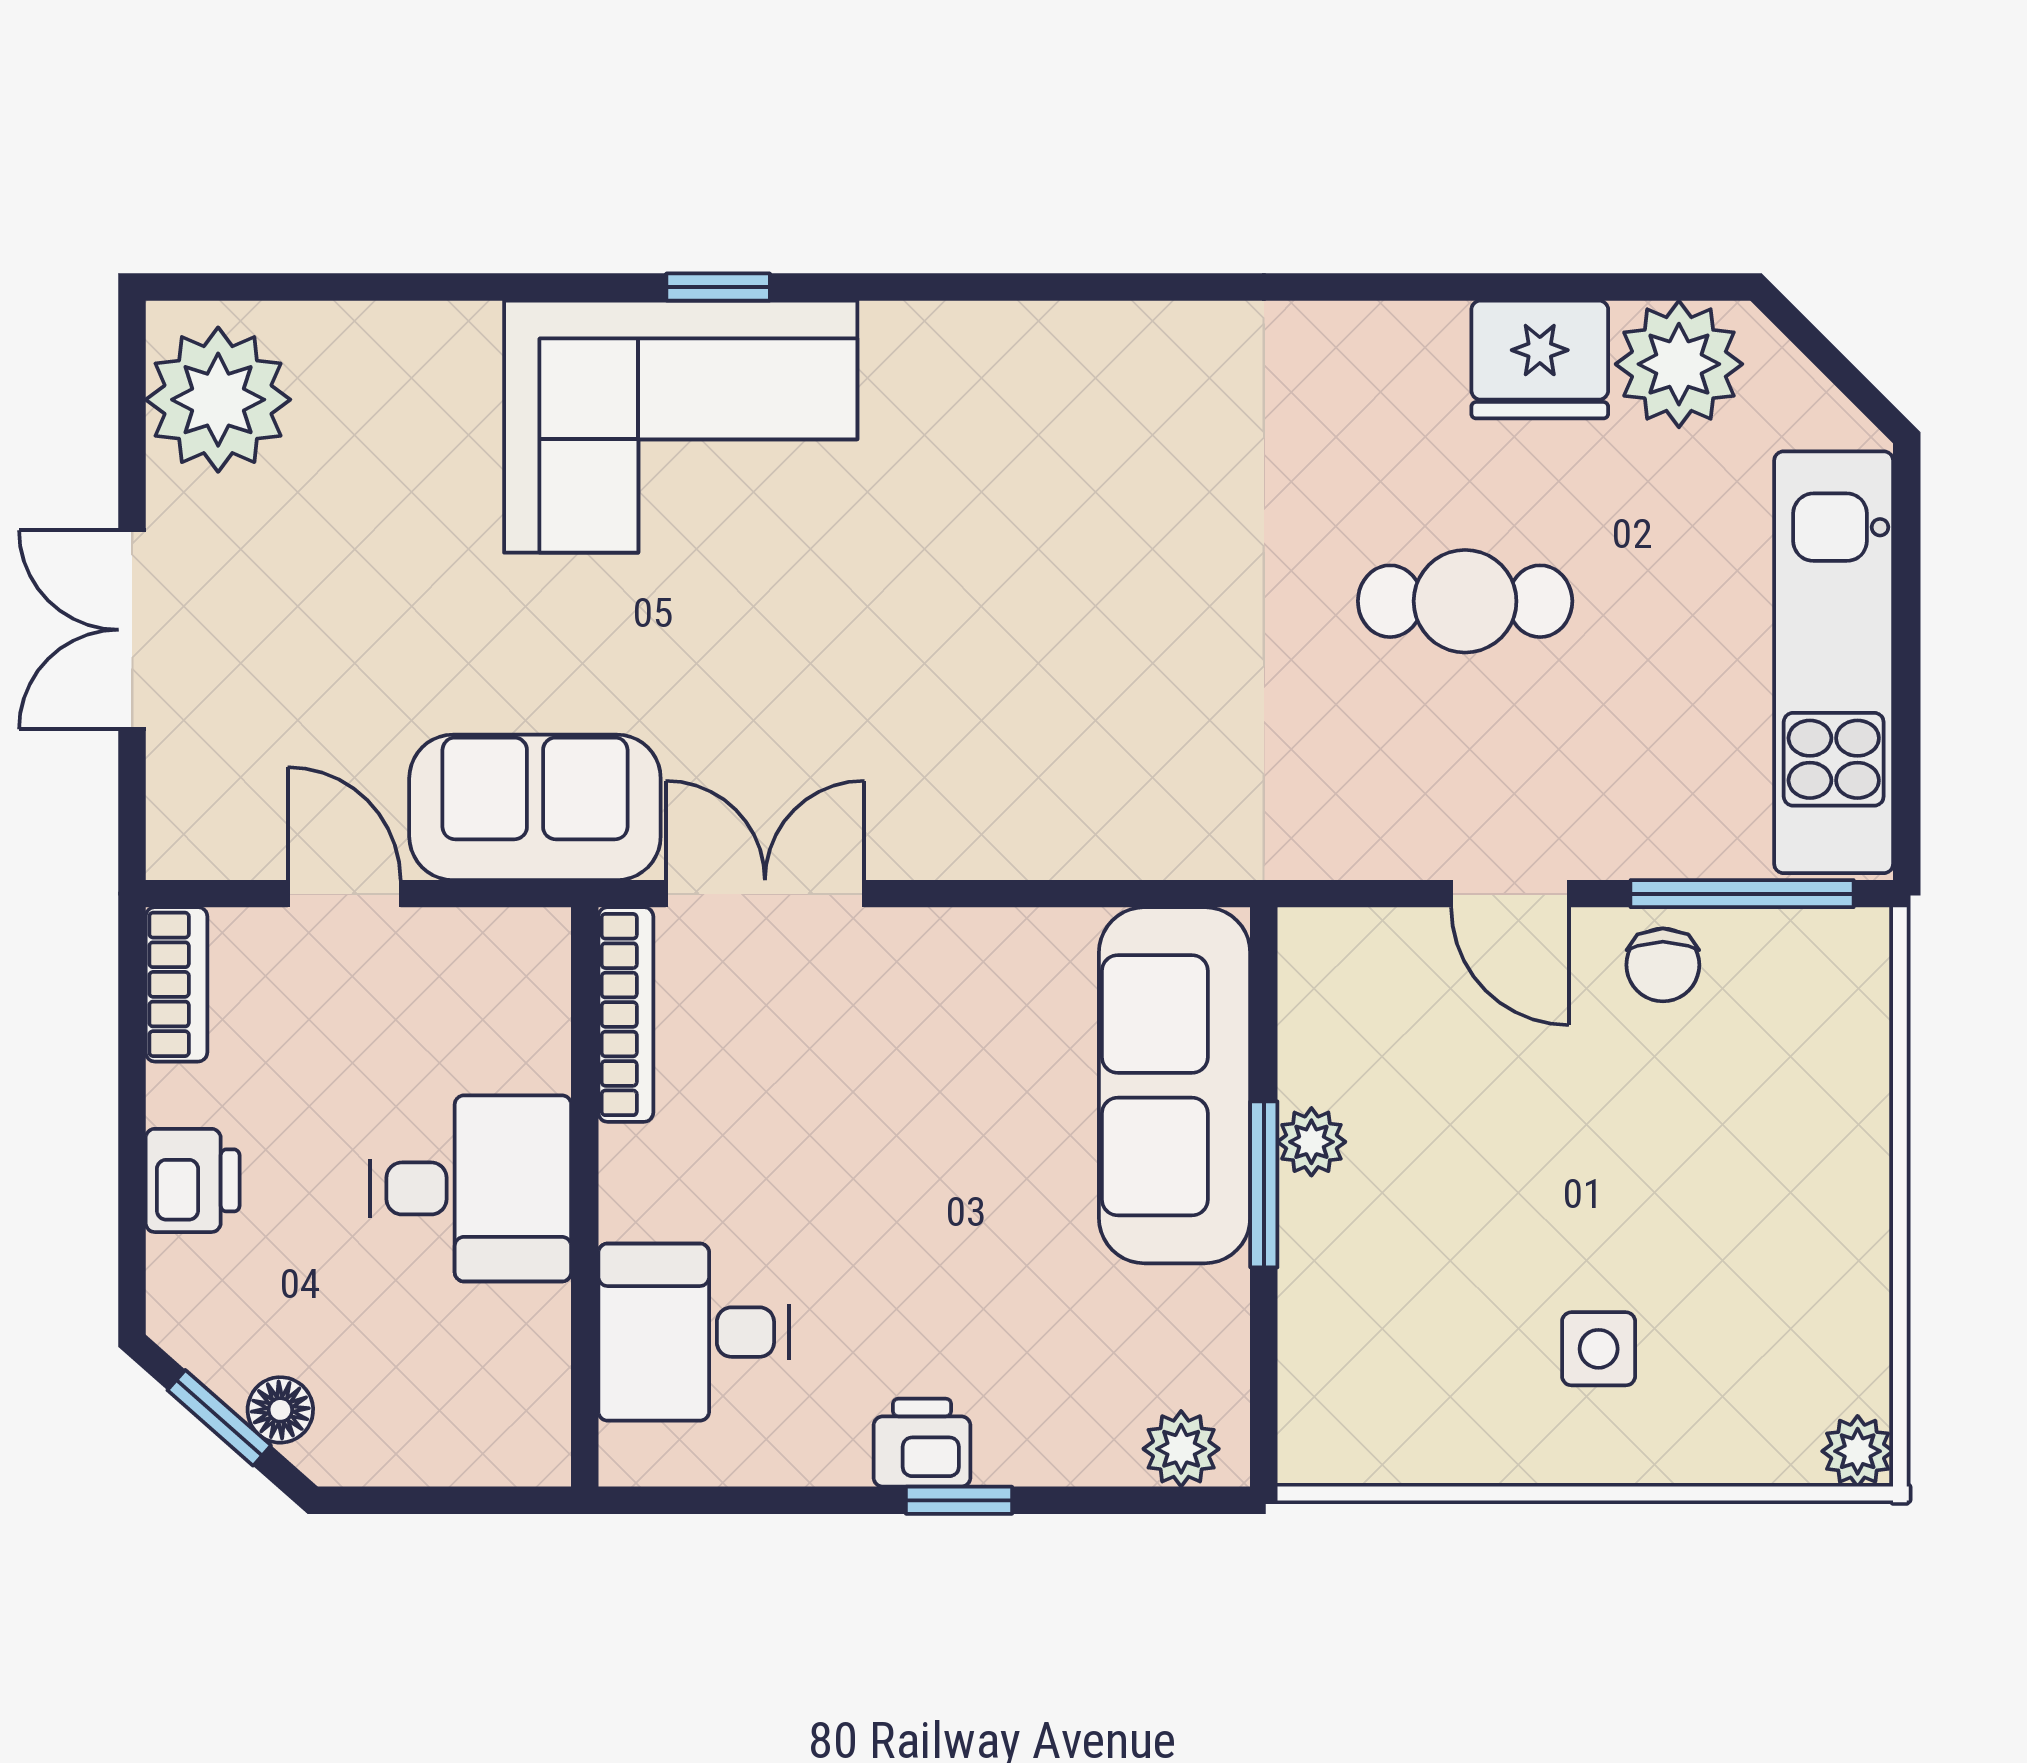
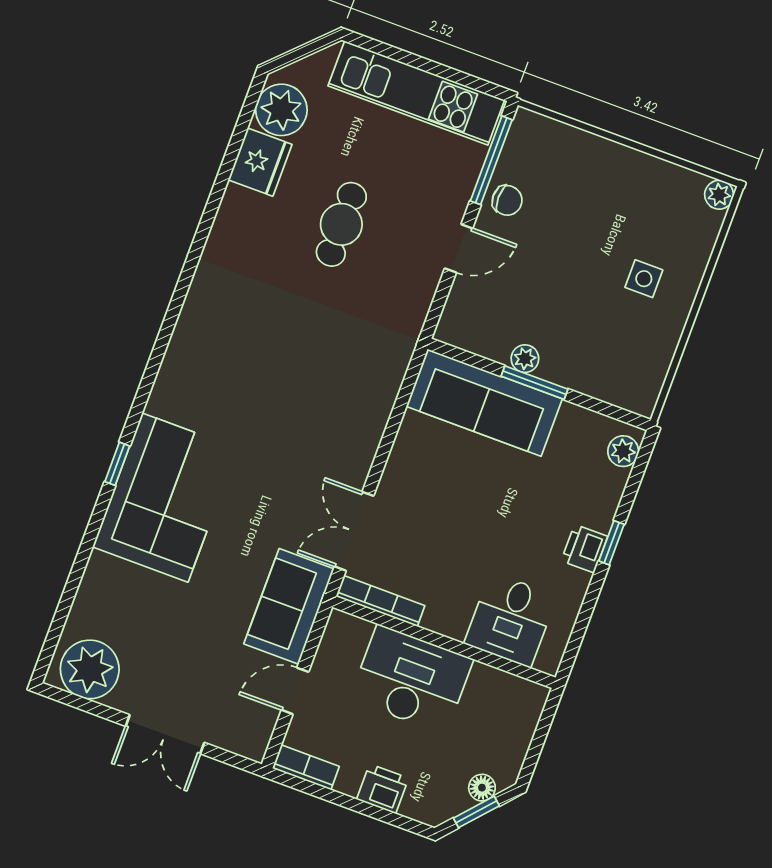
desk: (471, 1188) -> (411, 679), width x1.37

